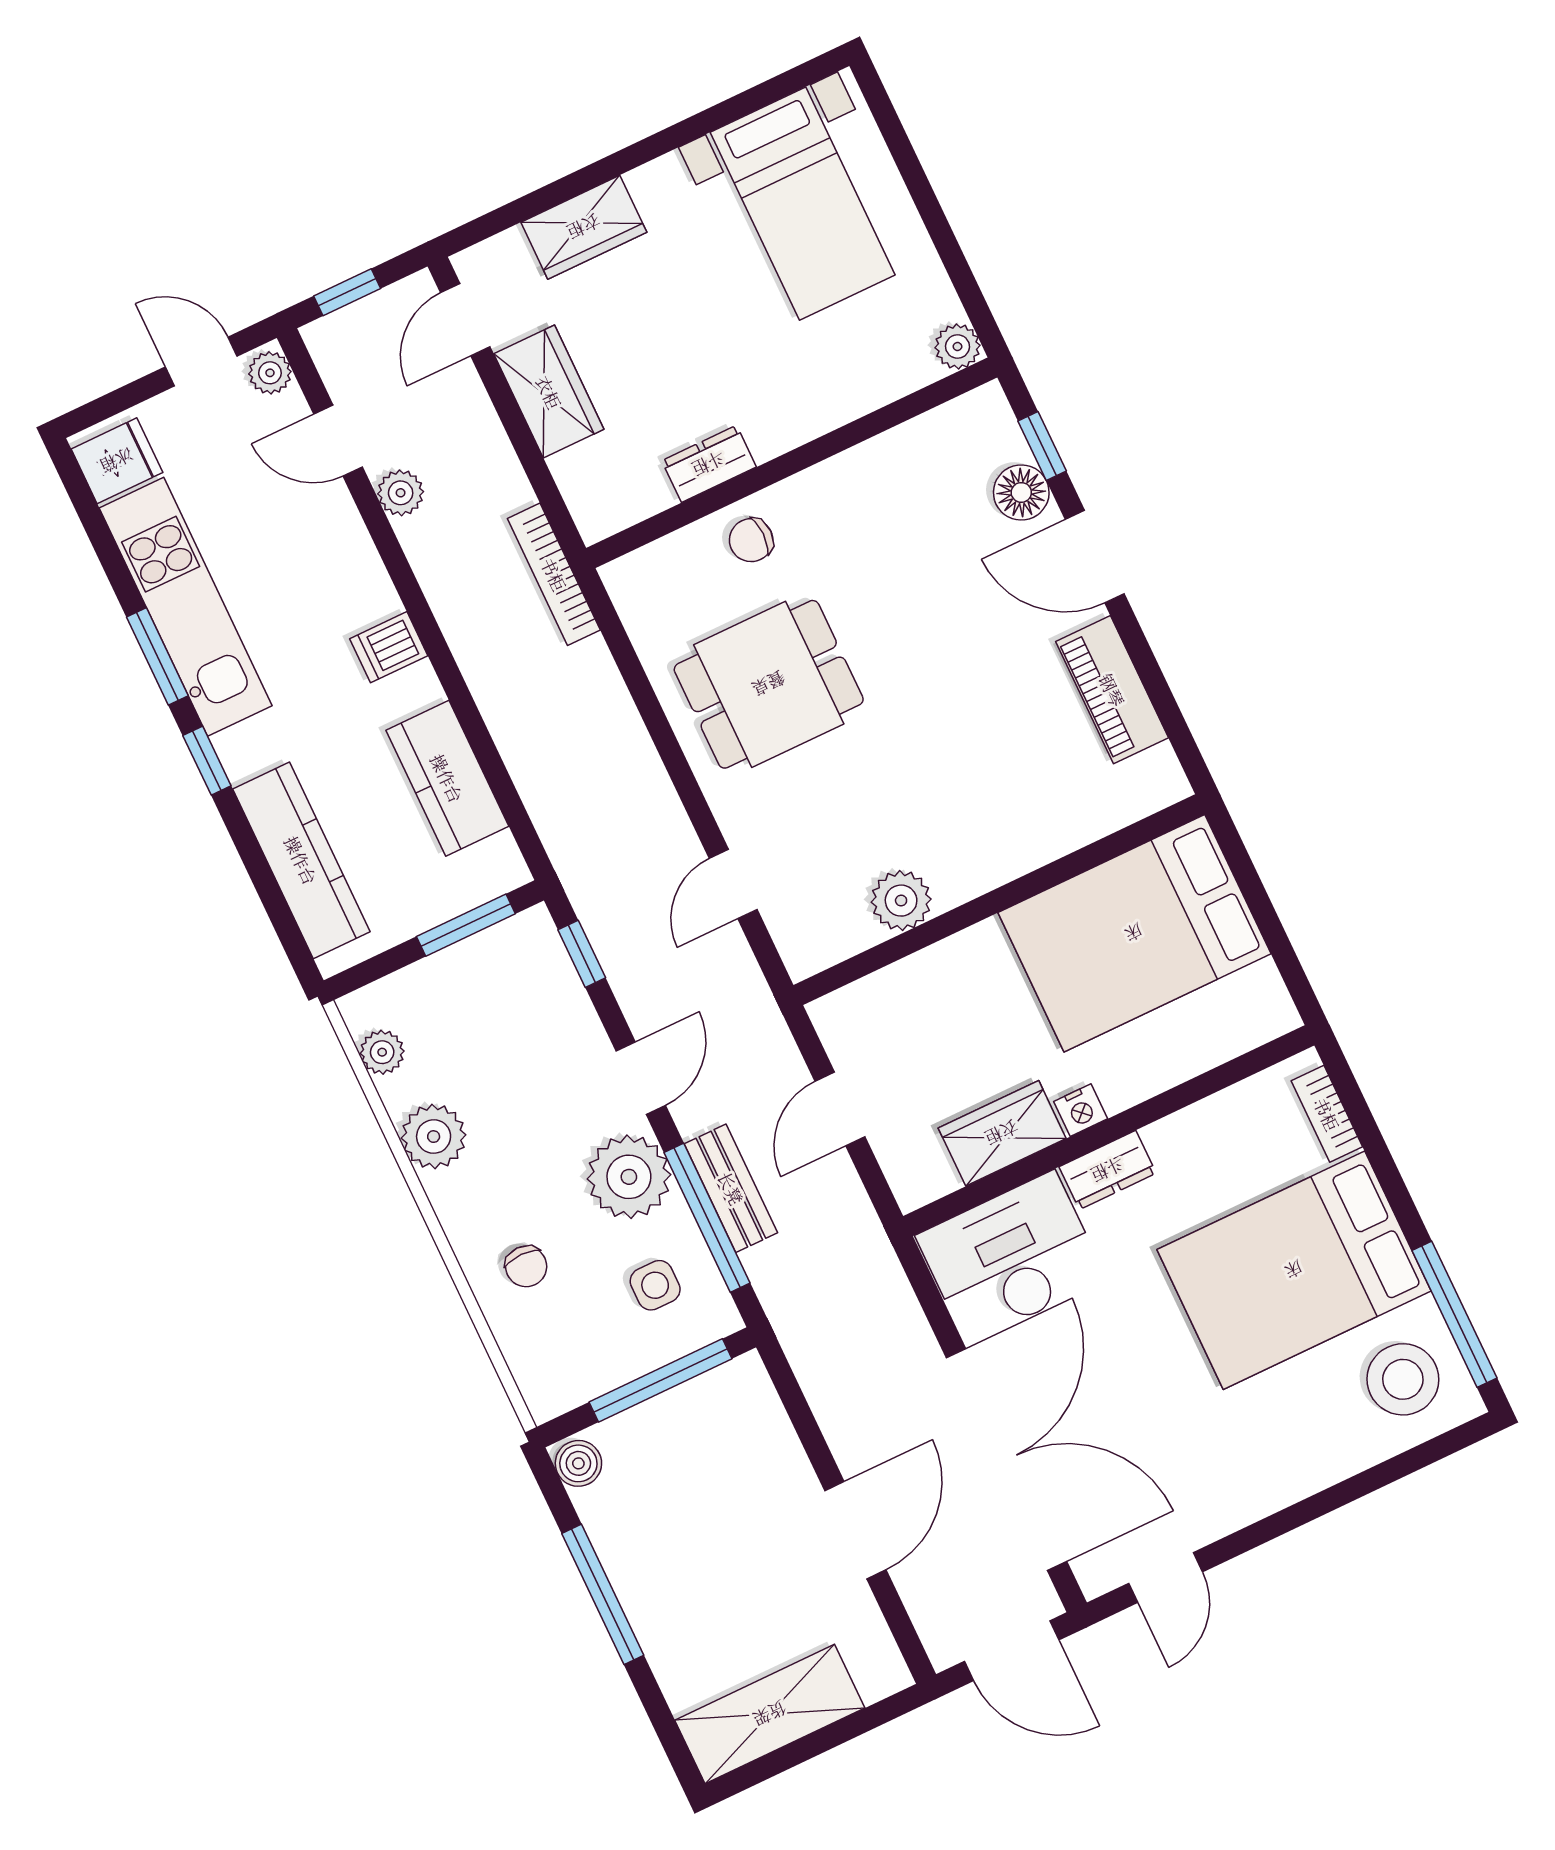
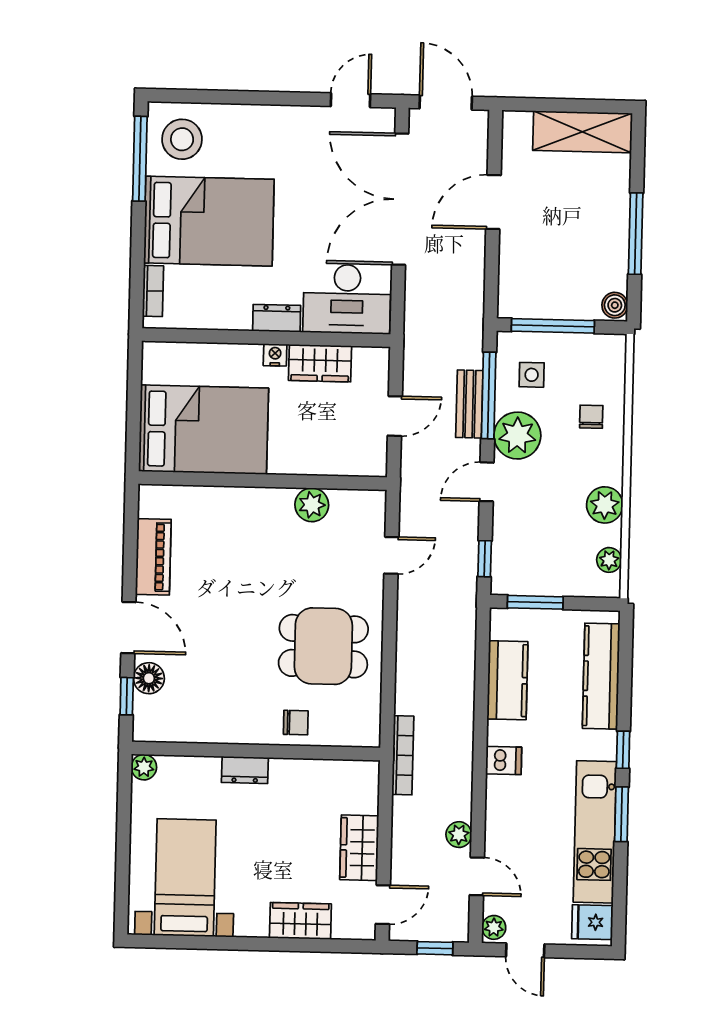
dresser: (709, 464) -> (245, 770), moved

